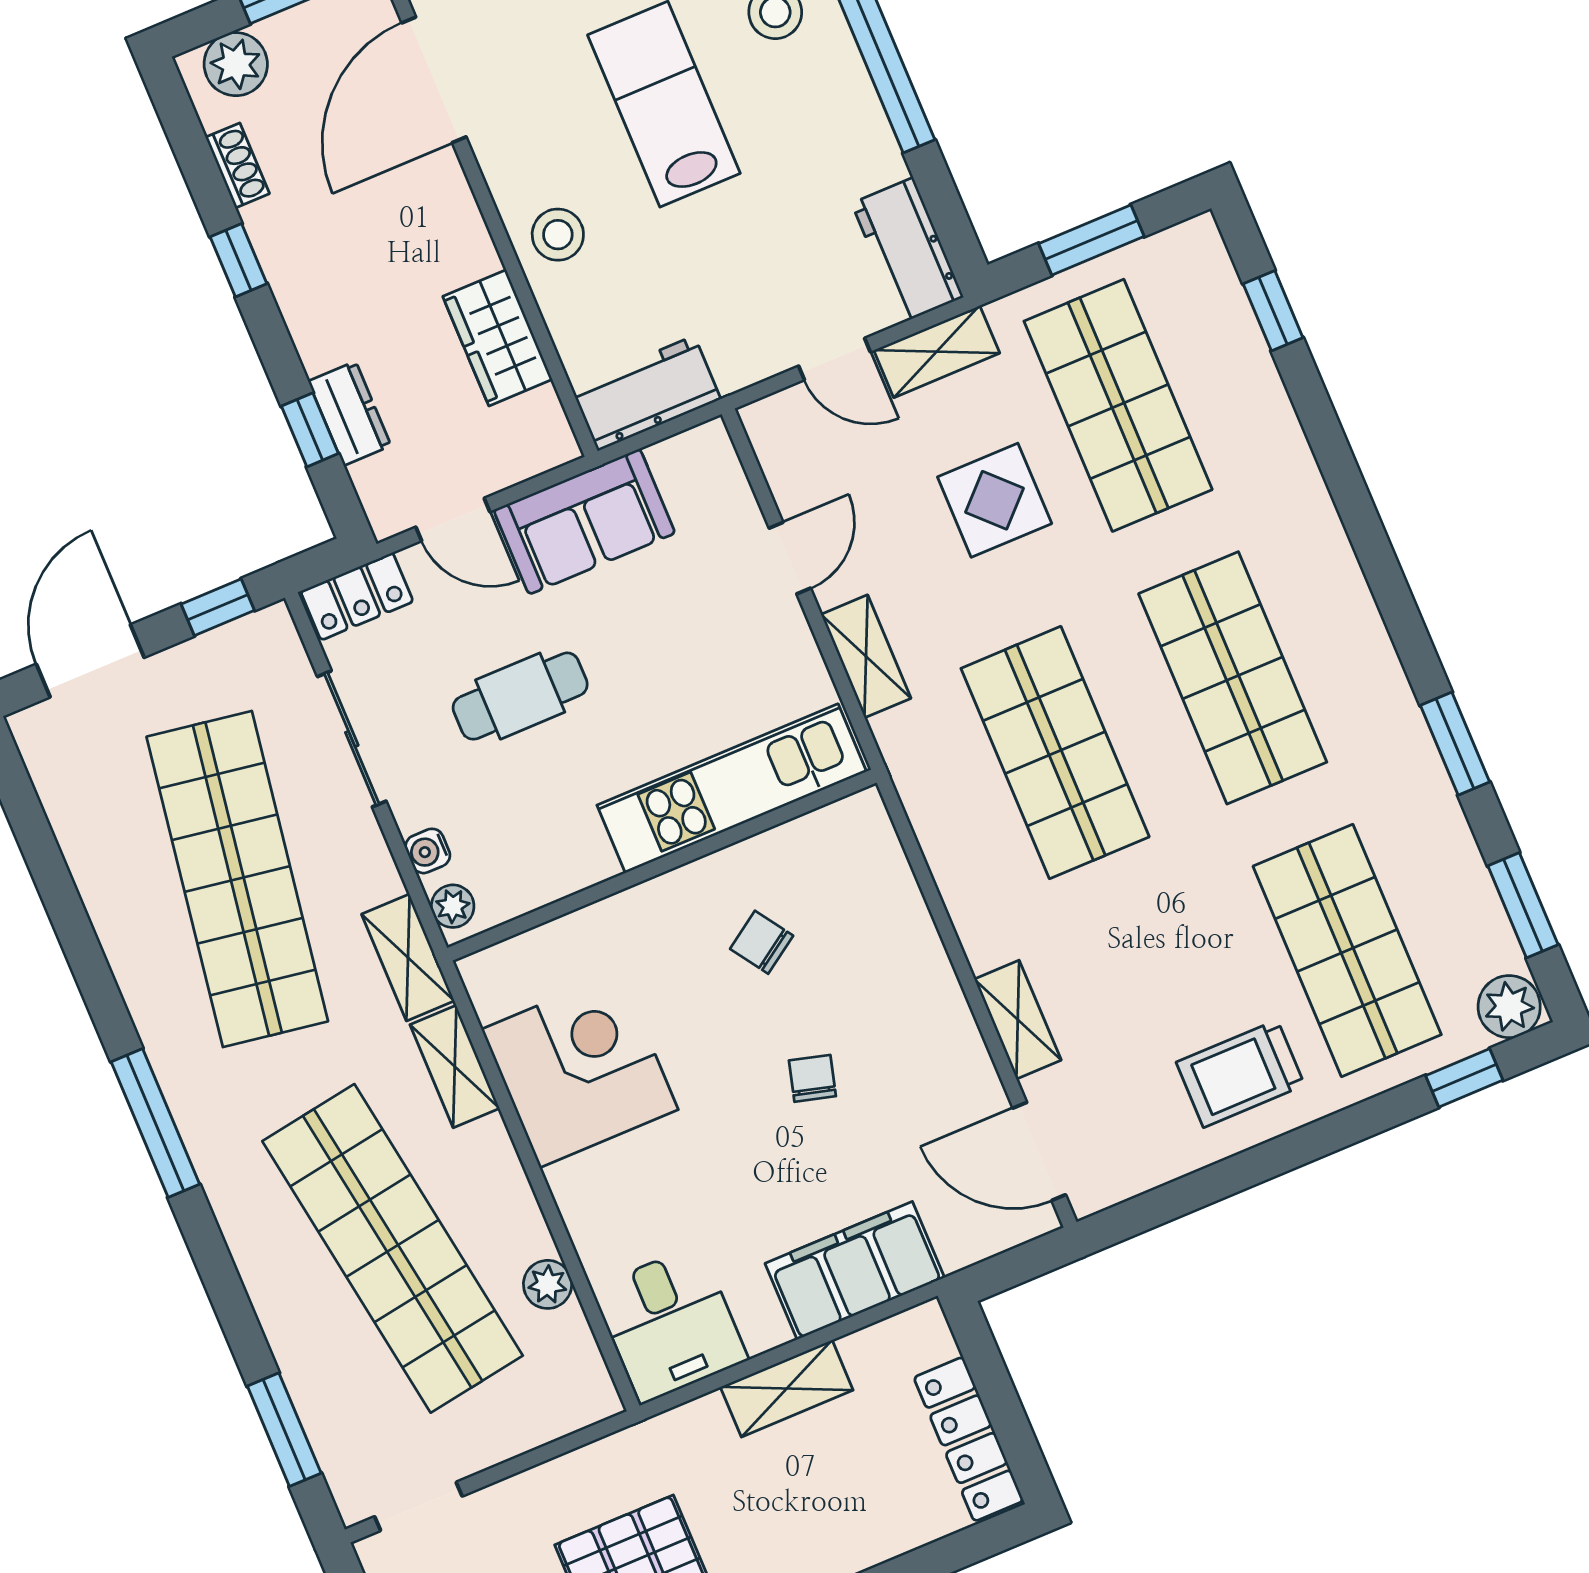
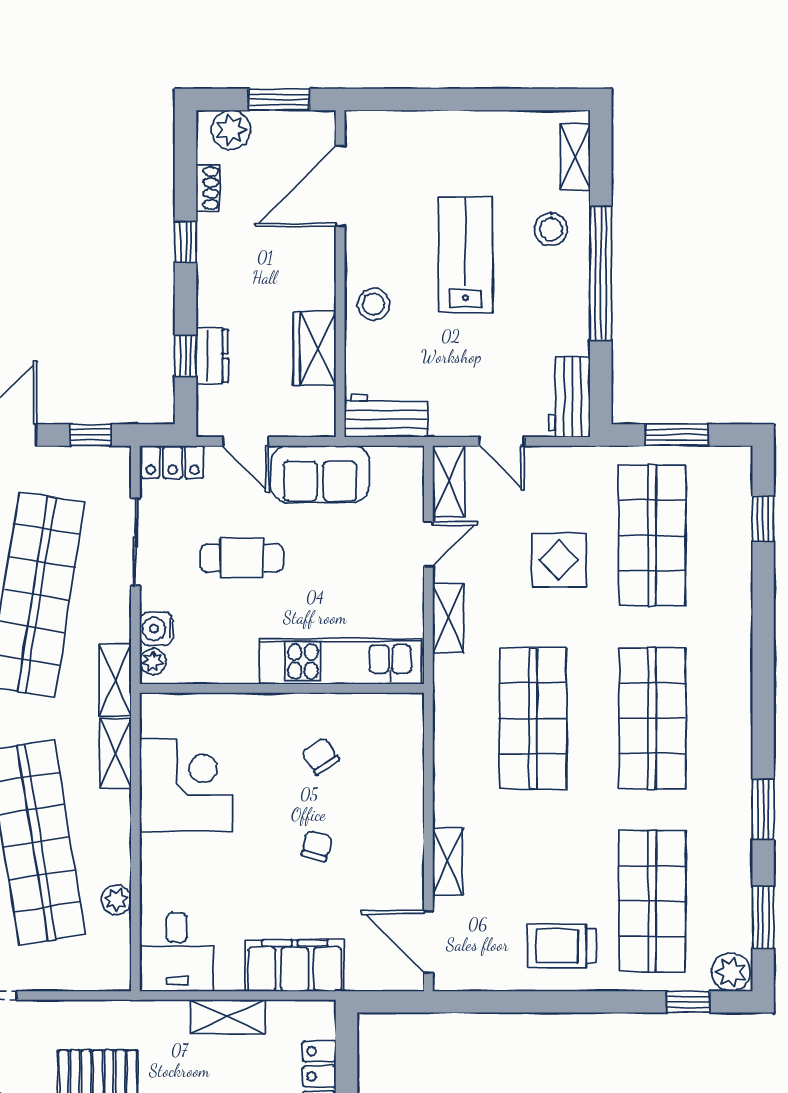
shelving: (937, 352) -> (449, 481), moved, turned 90
water cooler: (428, 851) -> (157, 629), width x1.38, depth x1.38

